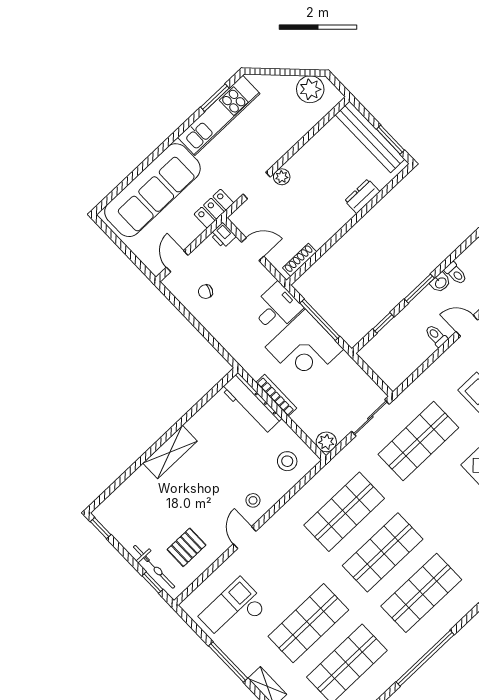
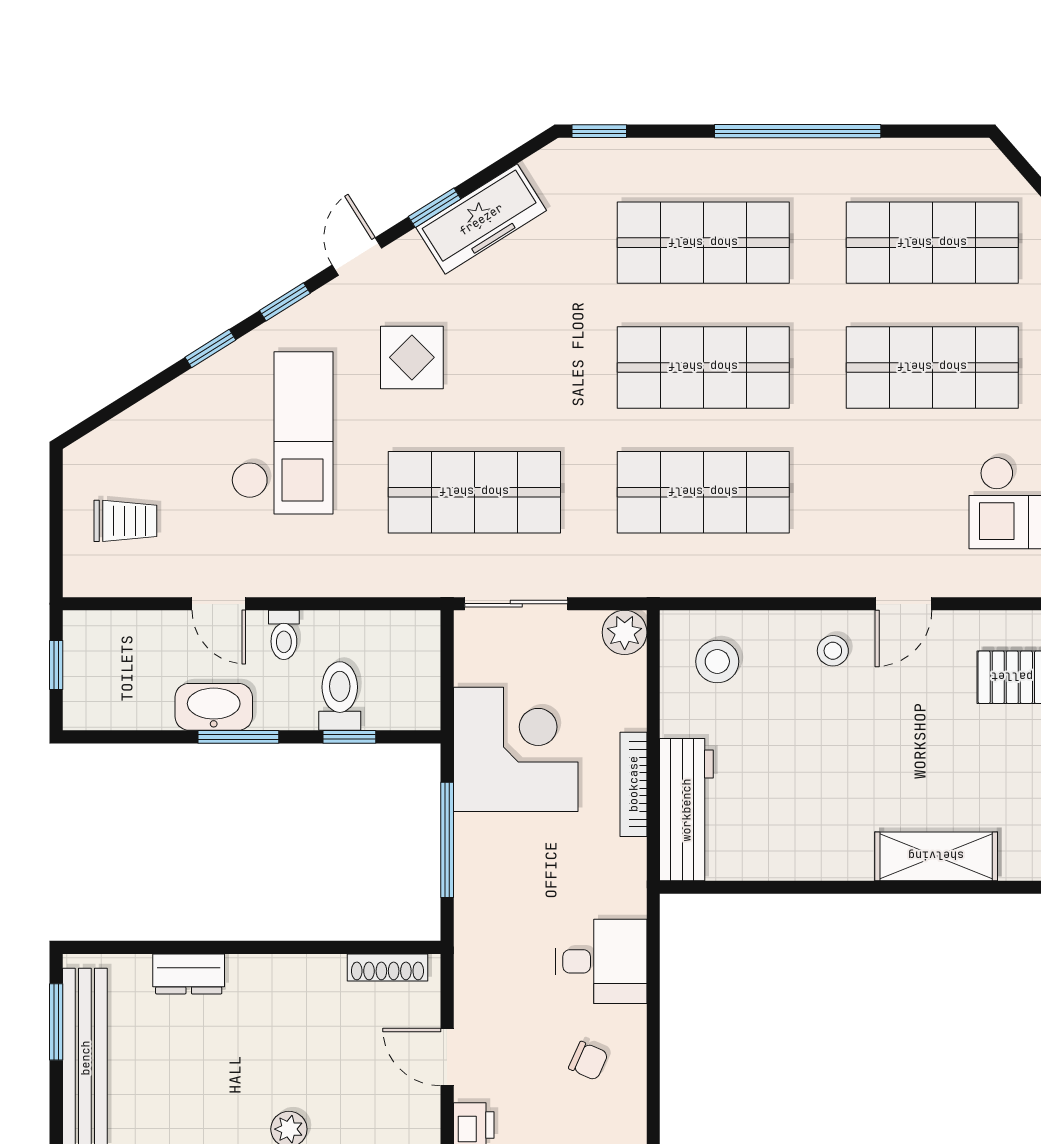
toilet: (456, 273) -> (340, 696), moved, width x1.37, depth x1.39
washbasin: (440, 283) -> (214, 707), width x1.91, depth x1.45
desk: (276, 308) -> (601, 961), moved, turned 180
corner desk: (304, 348) -> (516, 749), moved
shelving: (170, 452) -> (936, 856), moved

